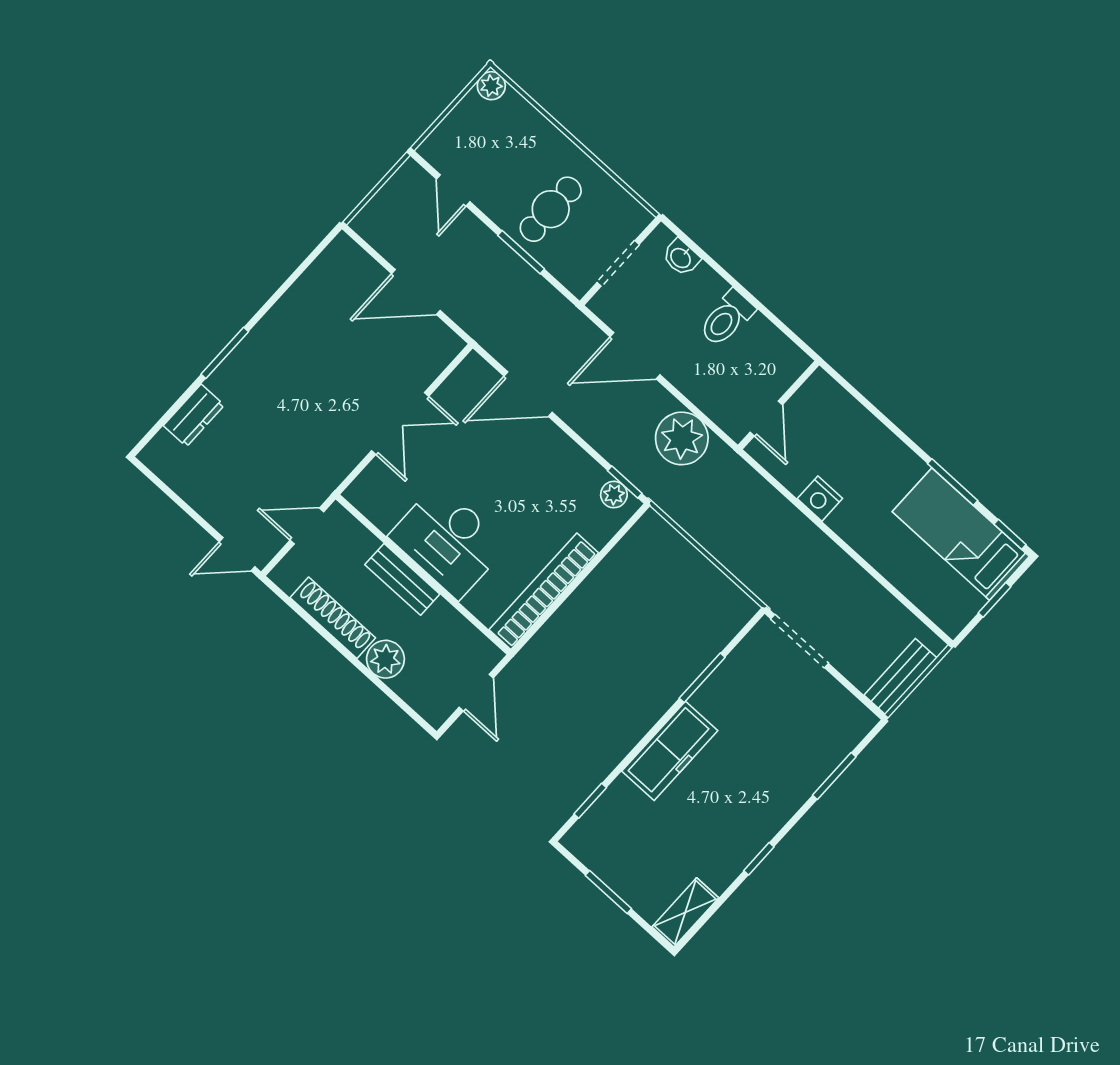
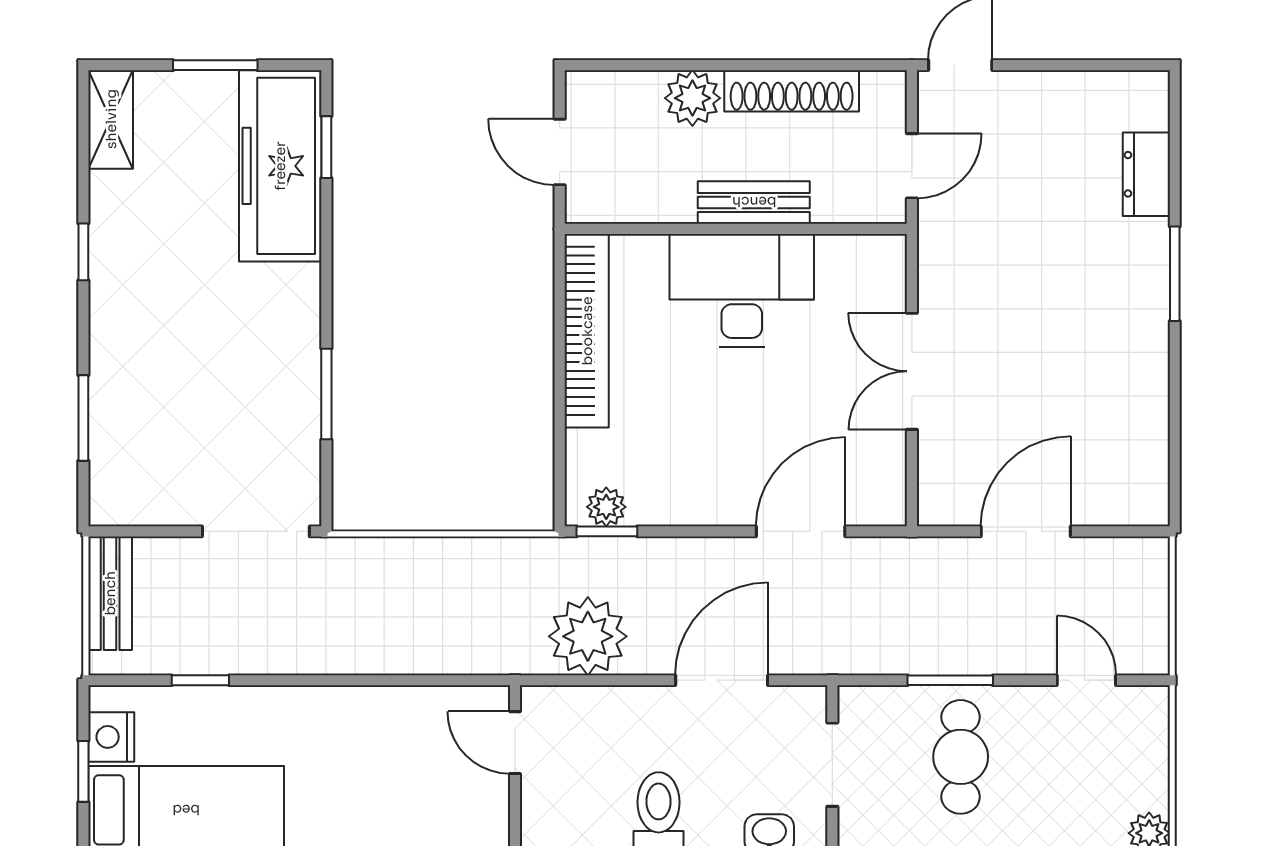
nightstand: (820, 499) -> (111, 737), moved, turned -90
window: (895, 592) -> (200, 680), added
freezer: (670, 751) -> (280, 166), moved, width x1.36, depth x1.26

